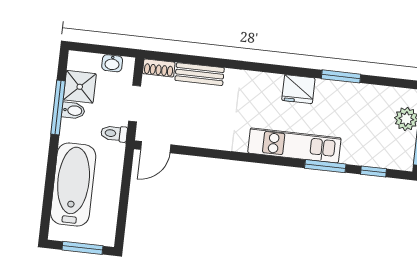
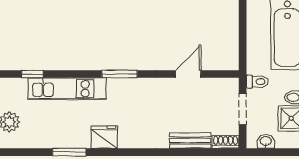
kitchen unit: (294, 145) -> (67, 89), moved
door: (156, 147) -> (188, 74), moved
window: (325, 166) -> (119, 74), moved

